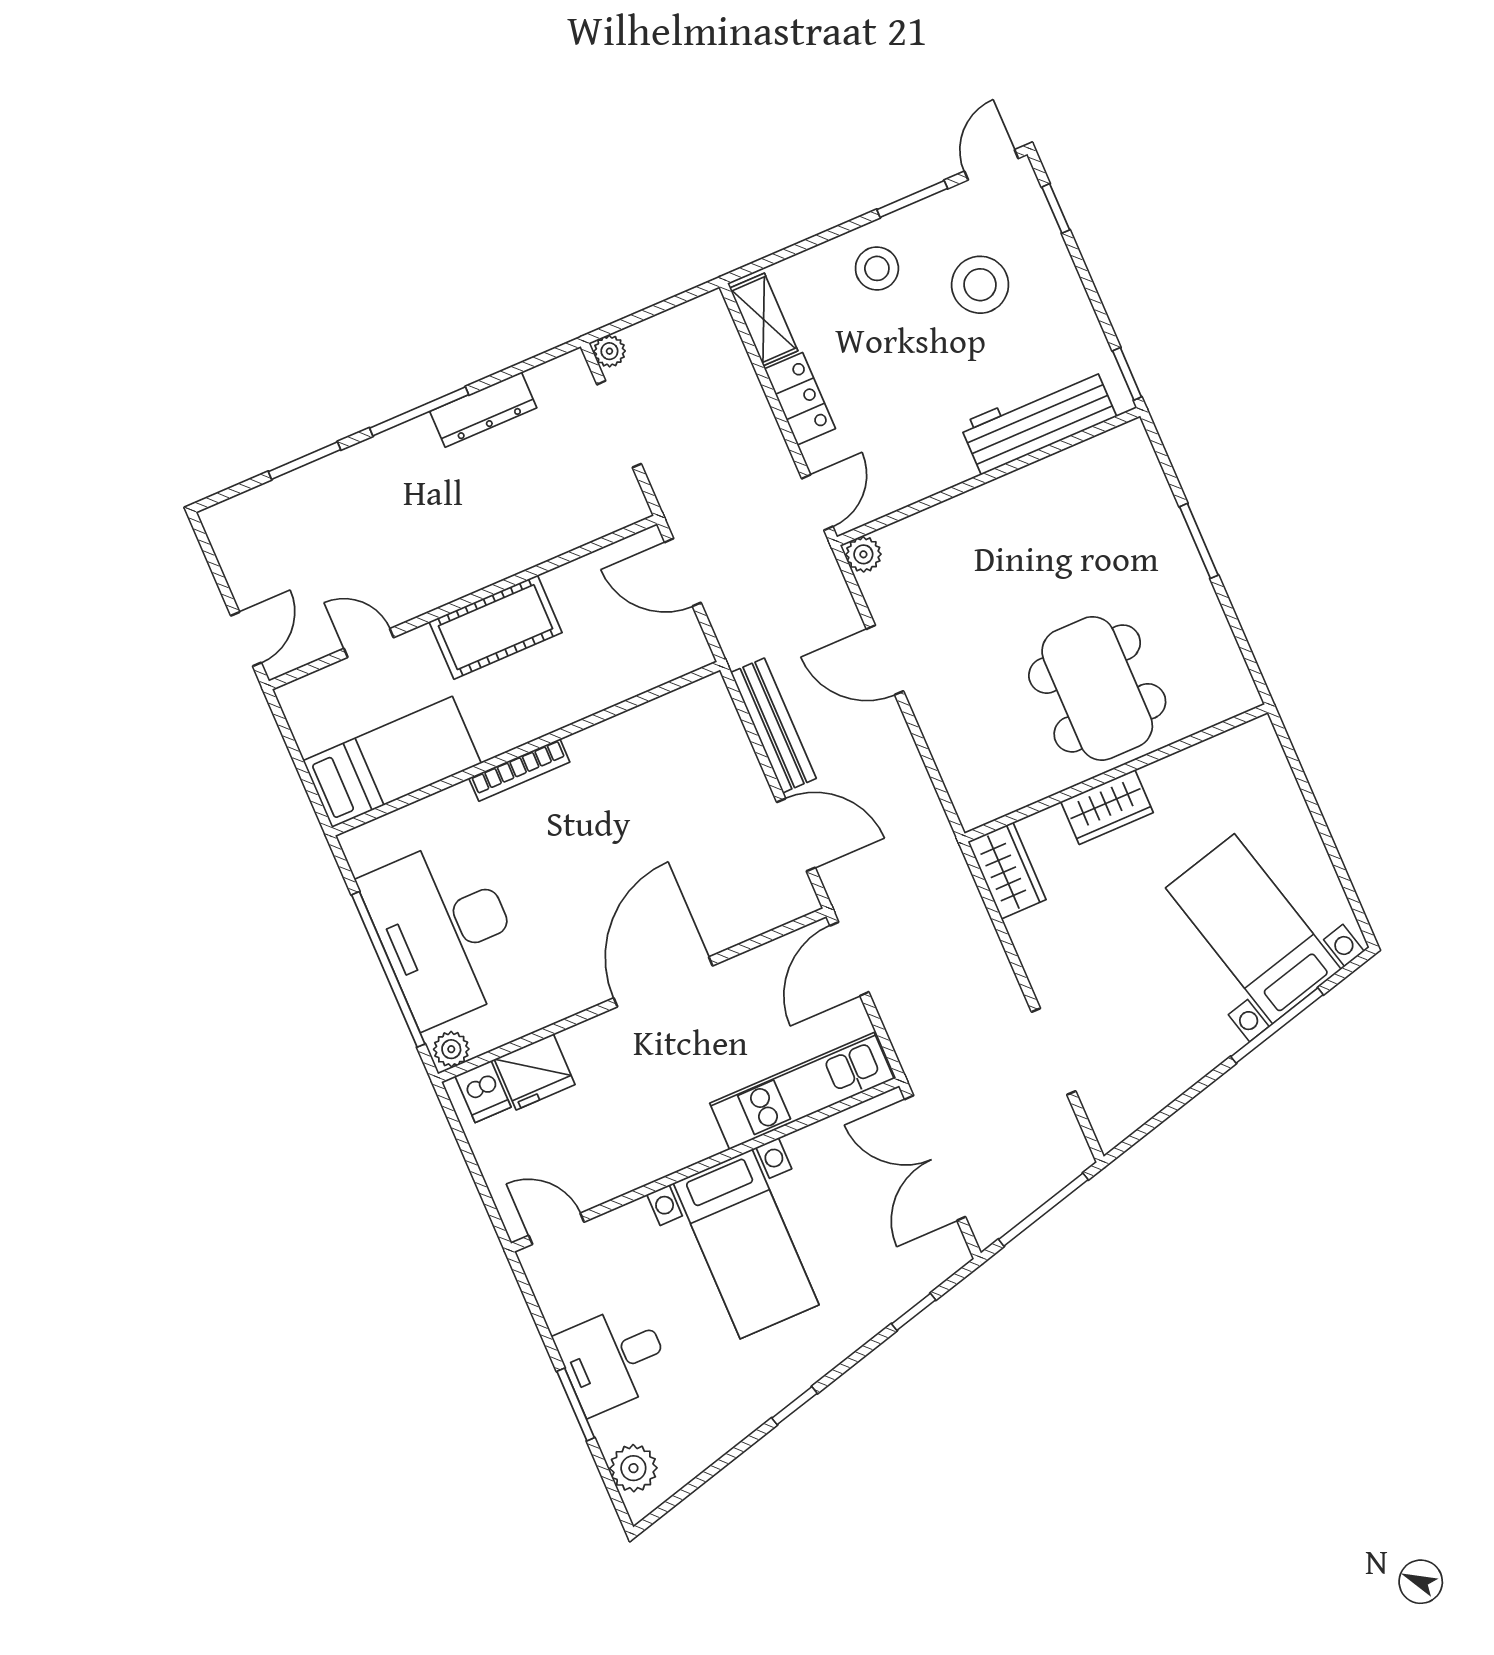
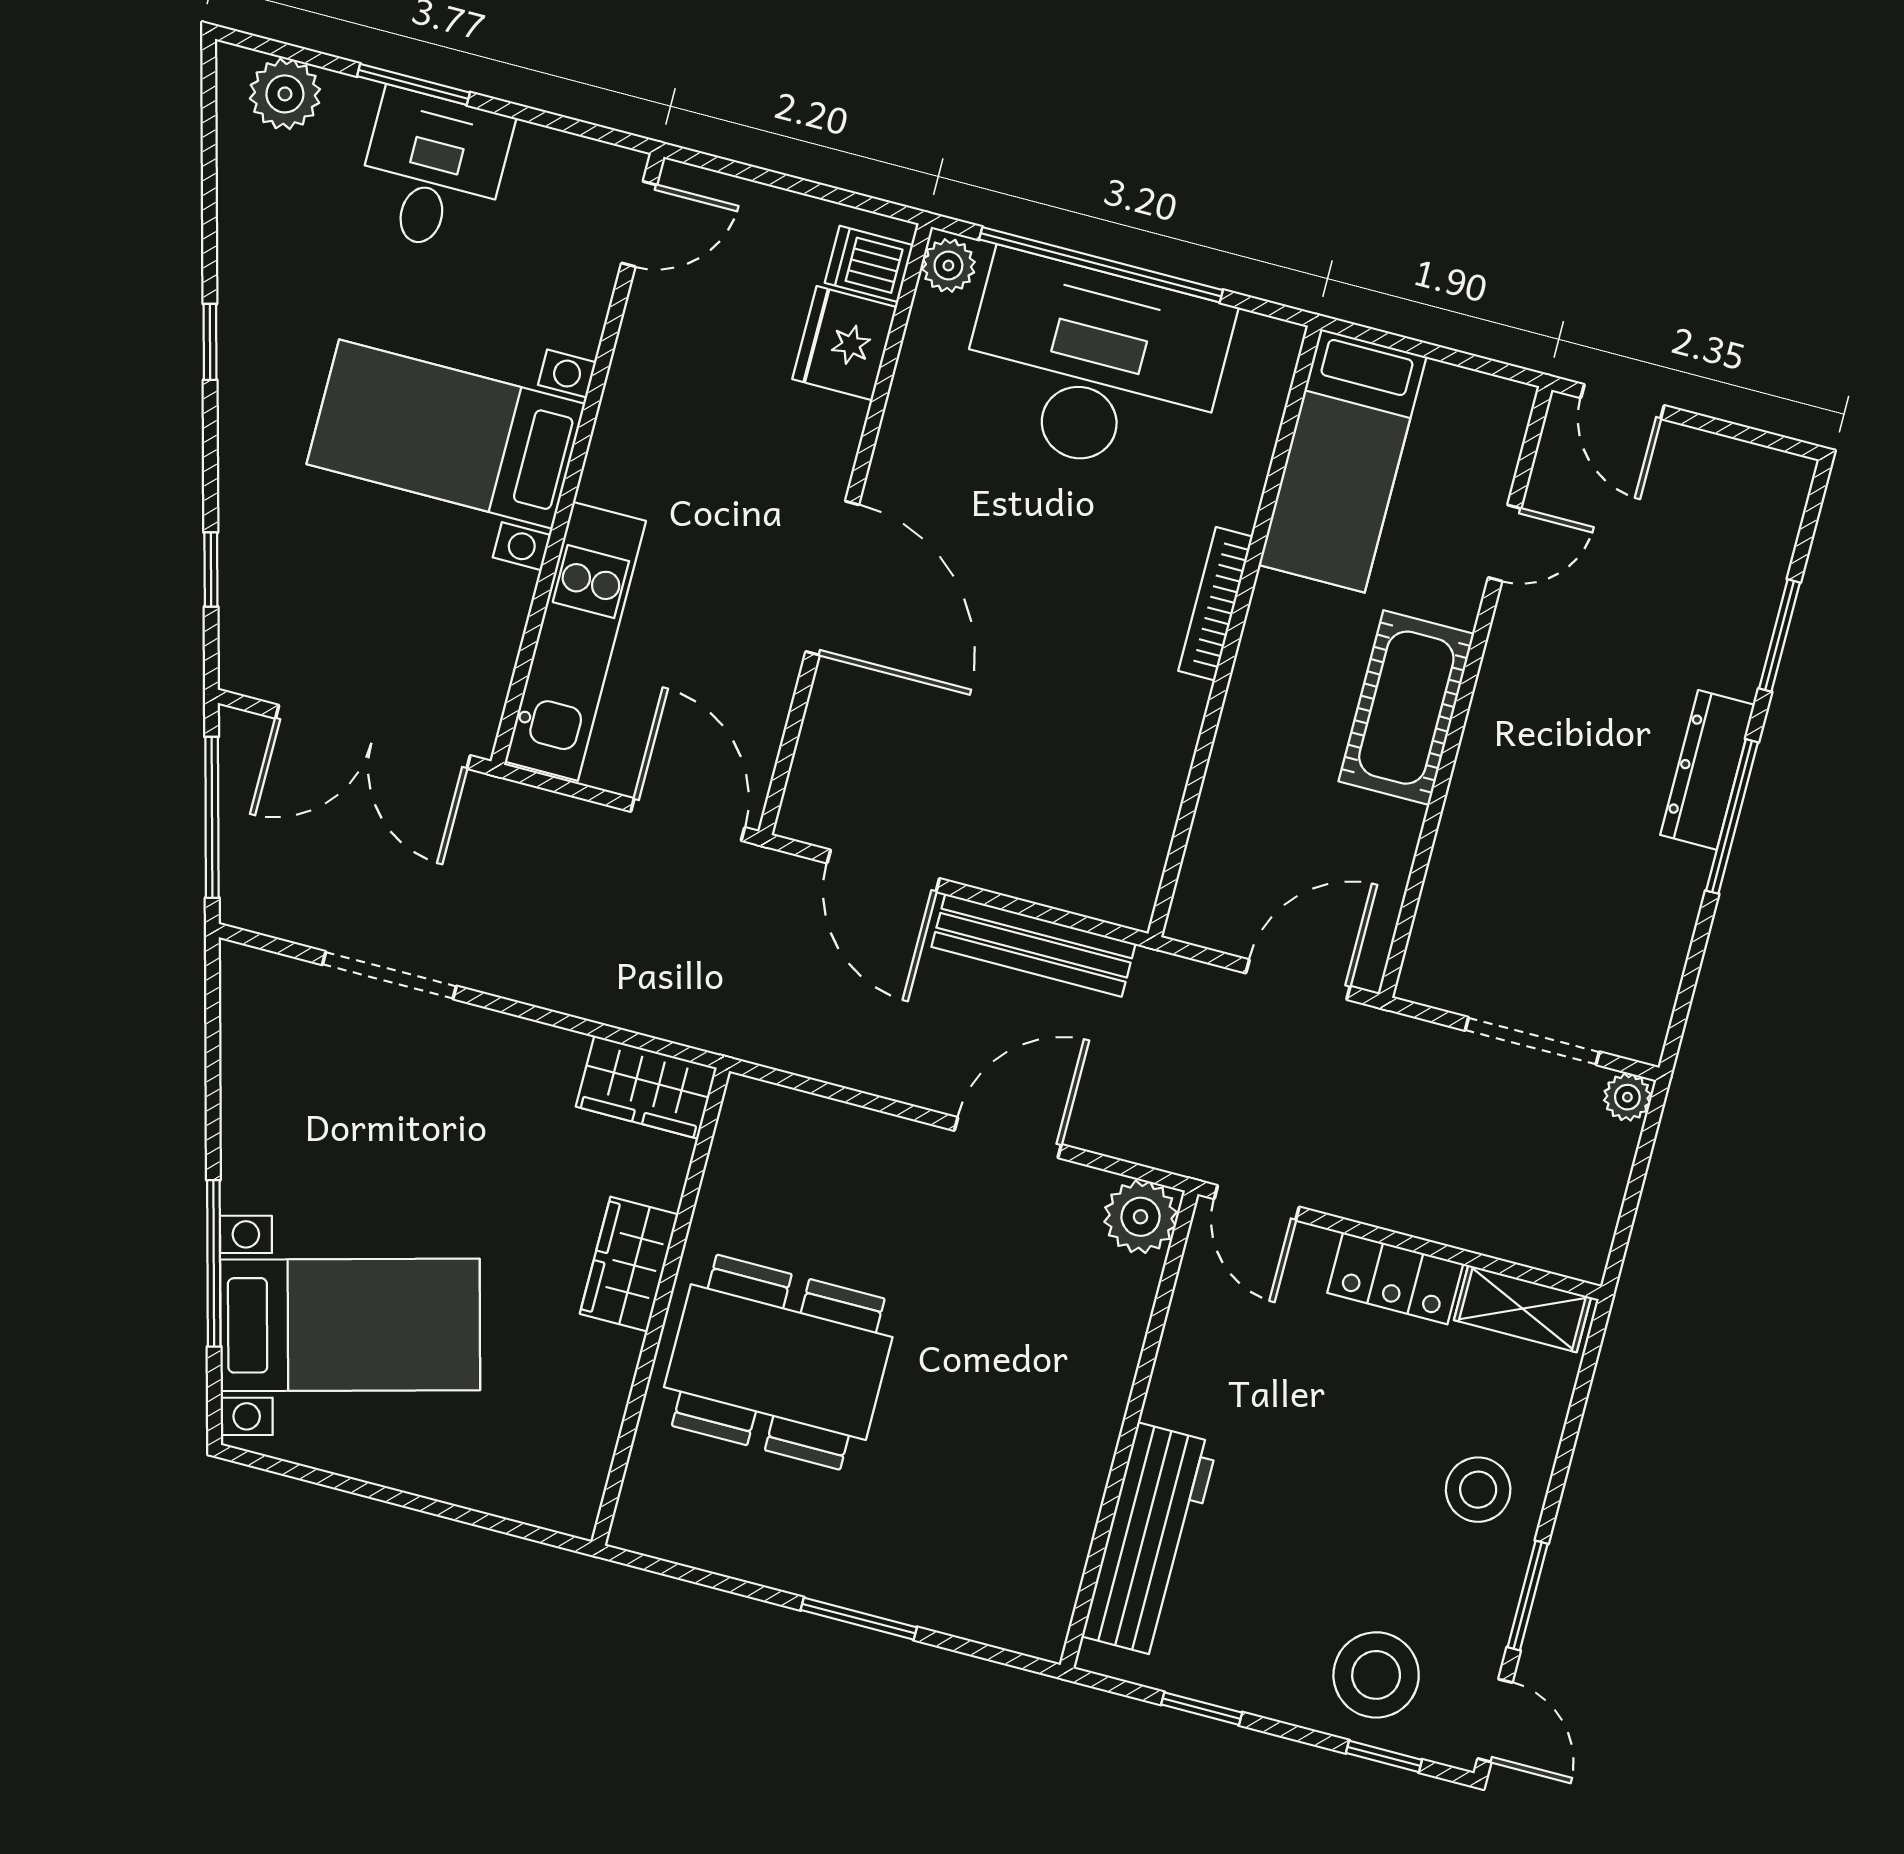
stool: (980, 285) -> (1376, 1675), moved
window: (1127, 374) -> (1202, 1709), moved
dresser: (483, 410) -> (1707, 770), moved
plant: (863, 554) -> (1141, 1217), width x1.38, depth x1.38
door: (796, 835) -> (883, 871), hinge flipped
double door: (935, 1158) -> (373, 737), swing flipped

